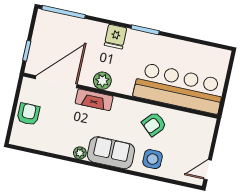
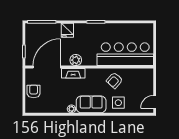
fridge: (116, 37) -> (67, 30), moved

